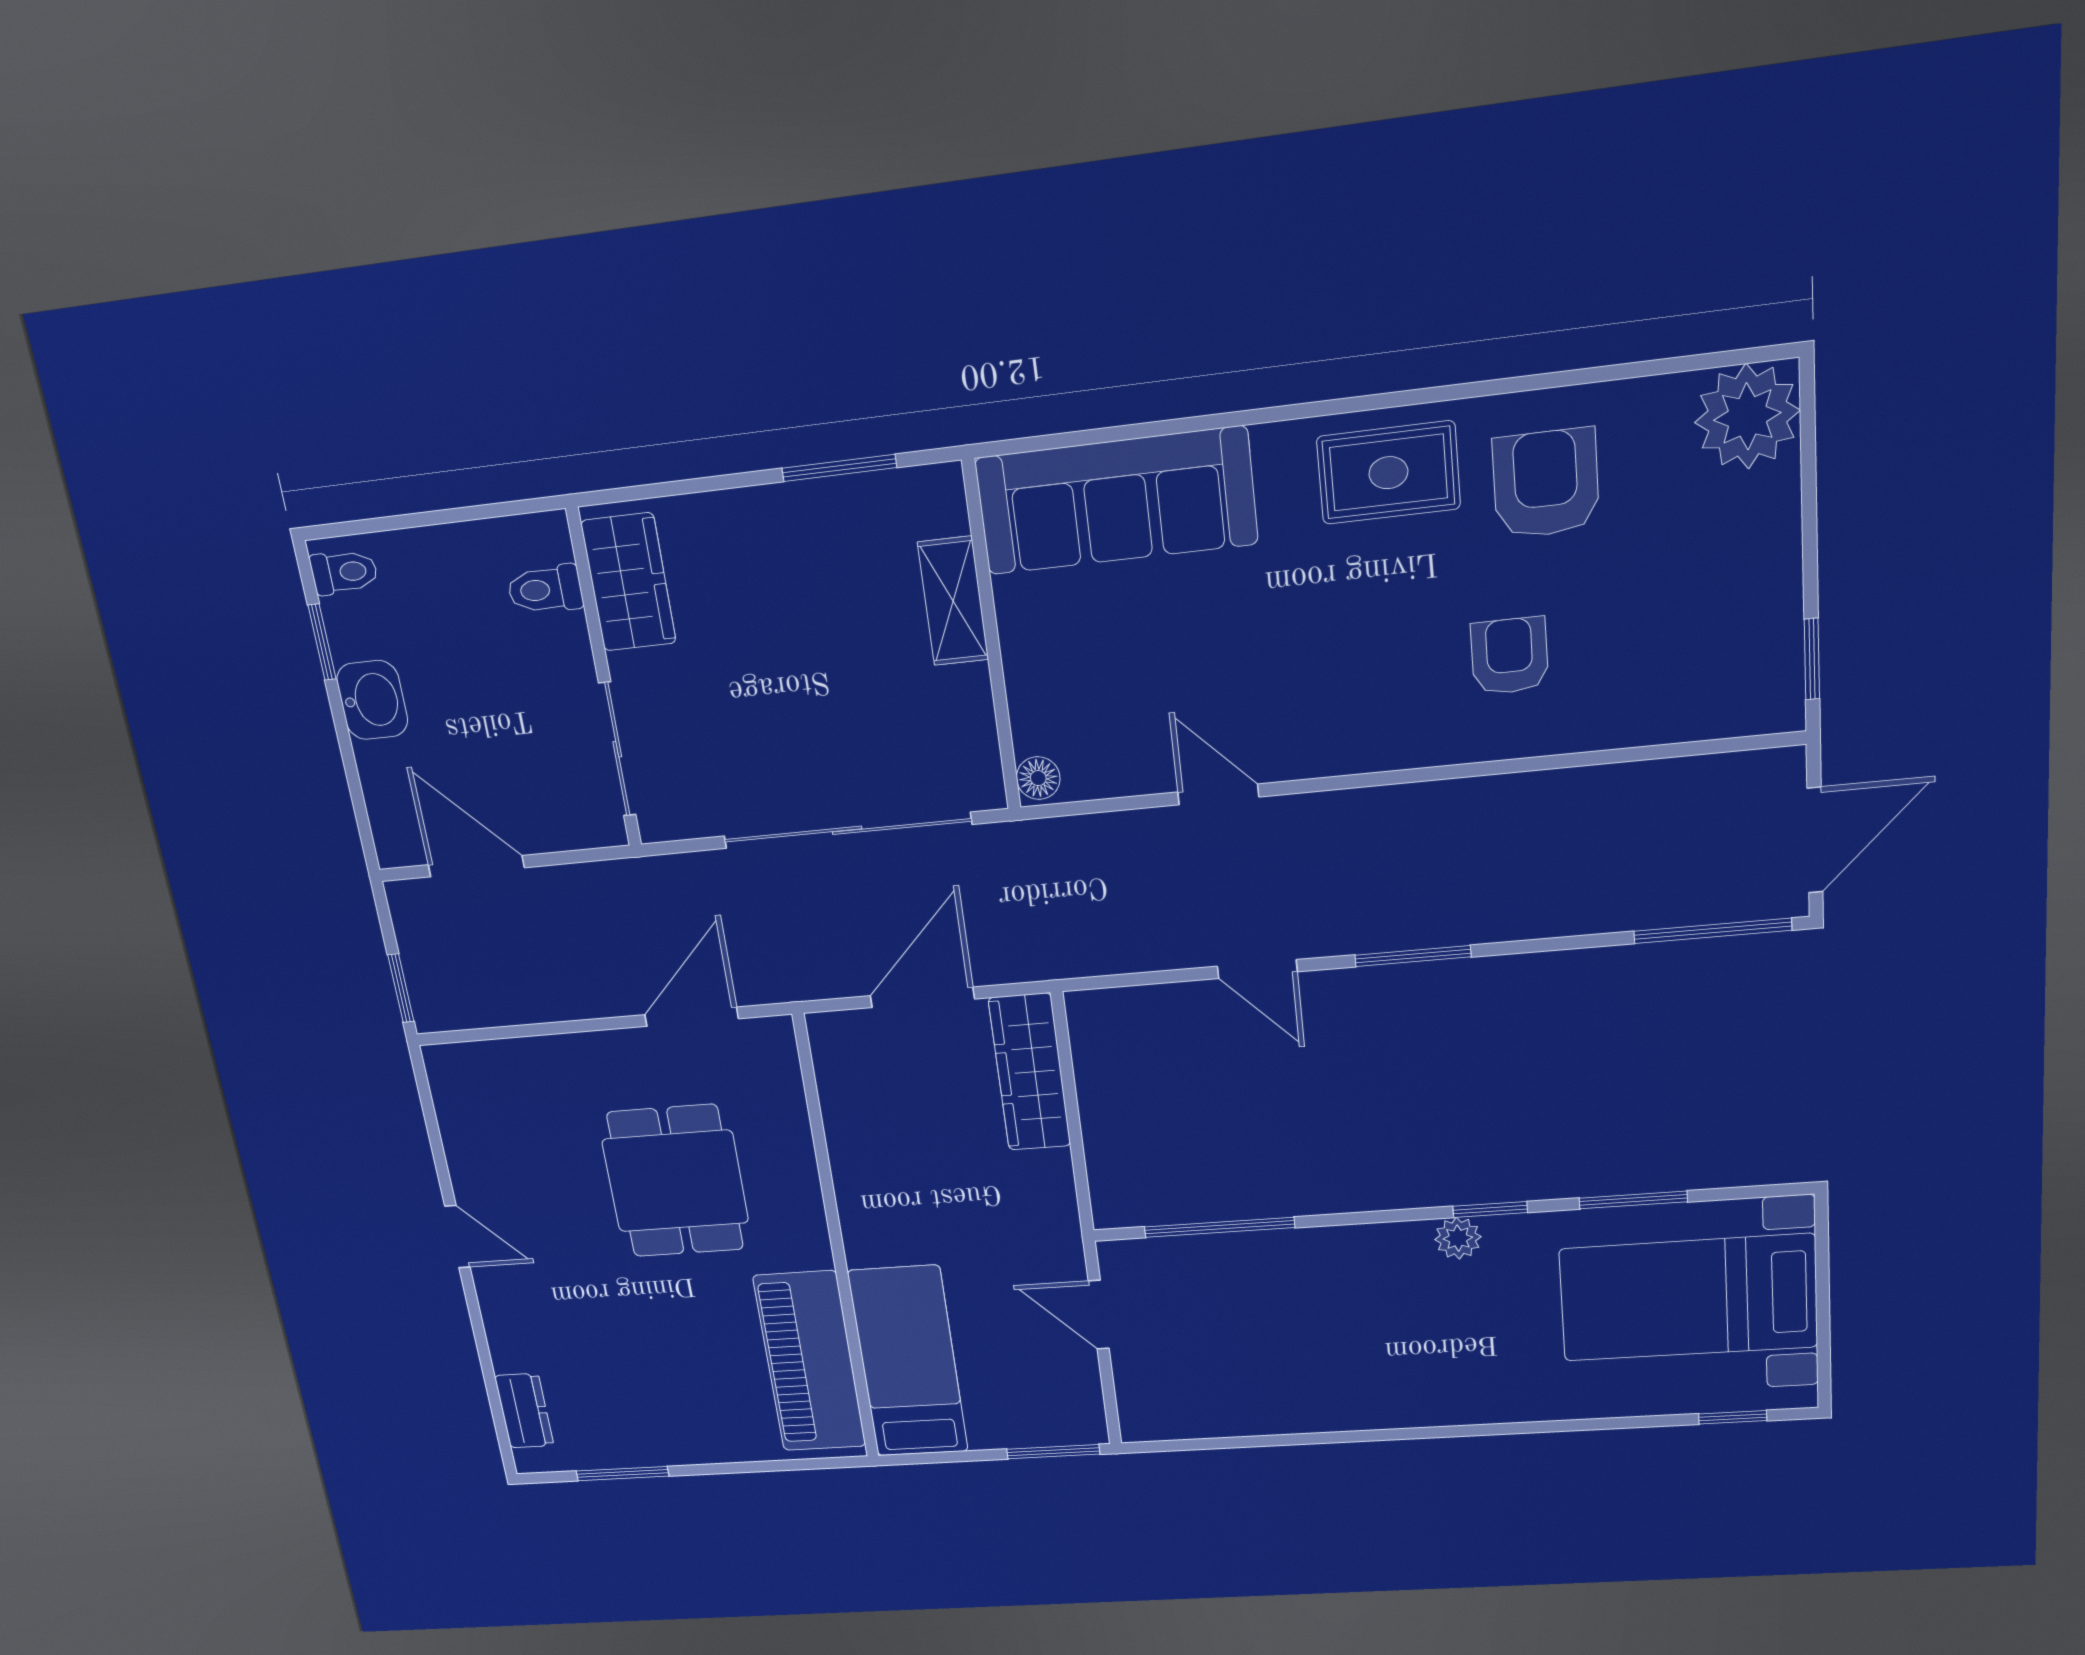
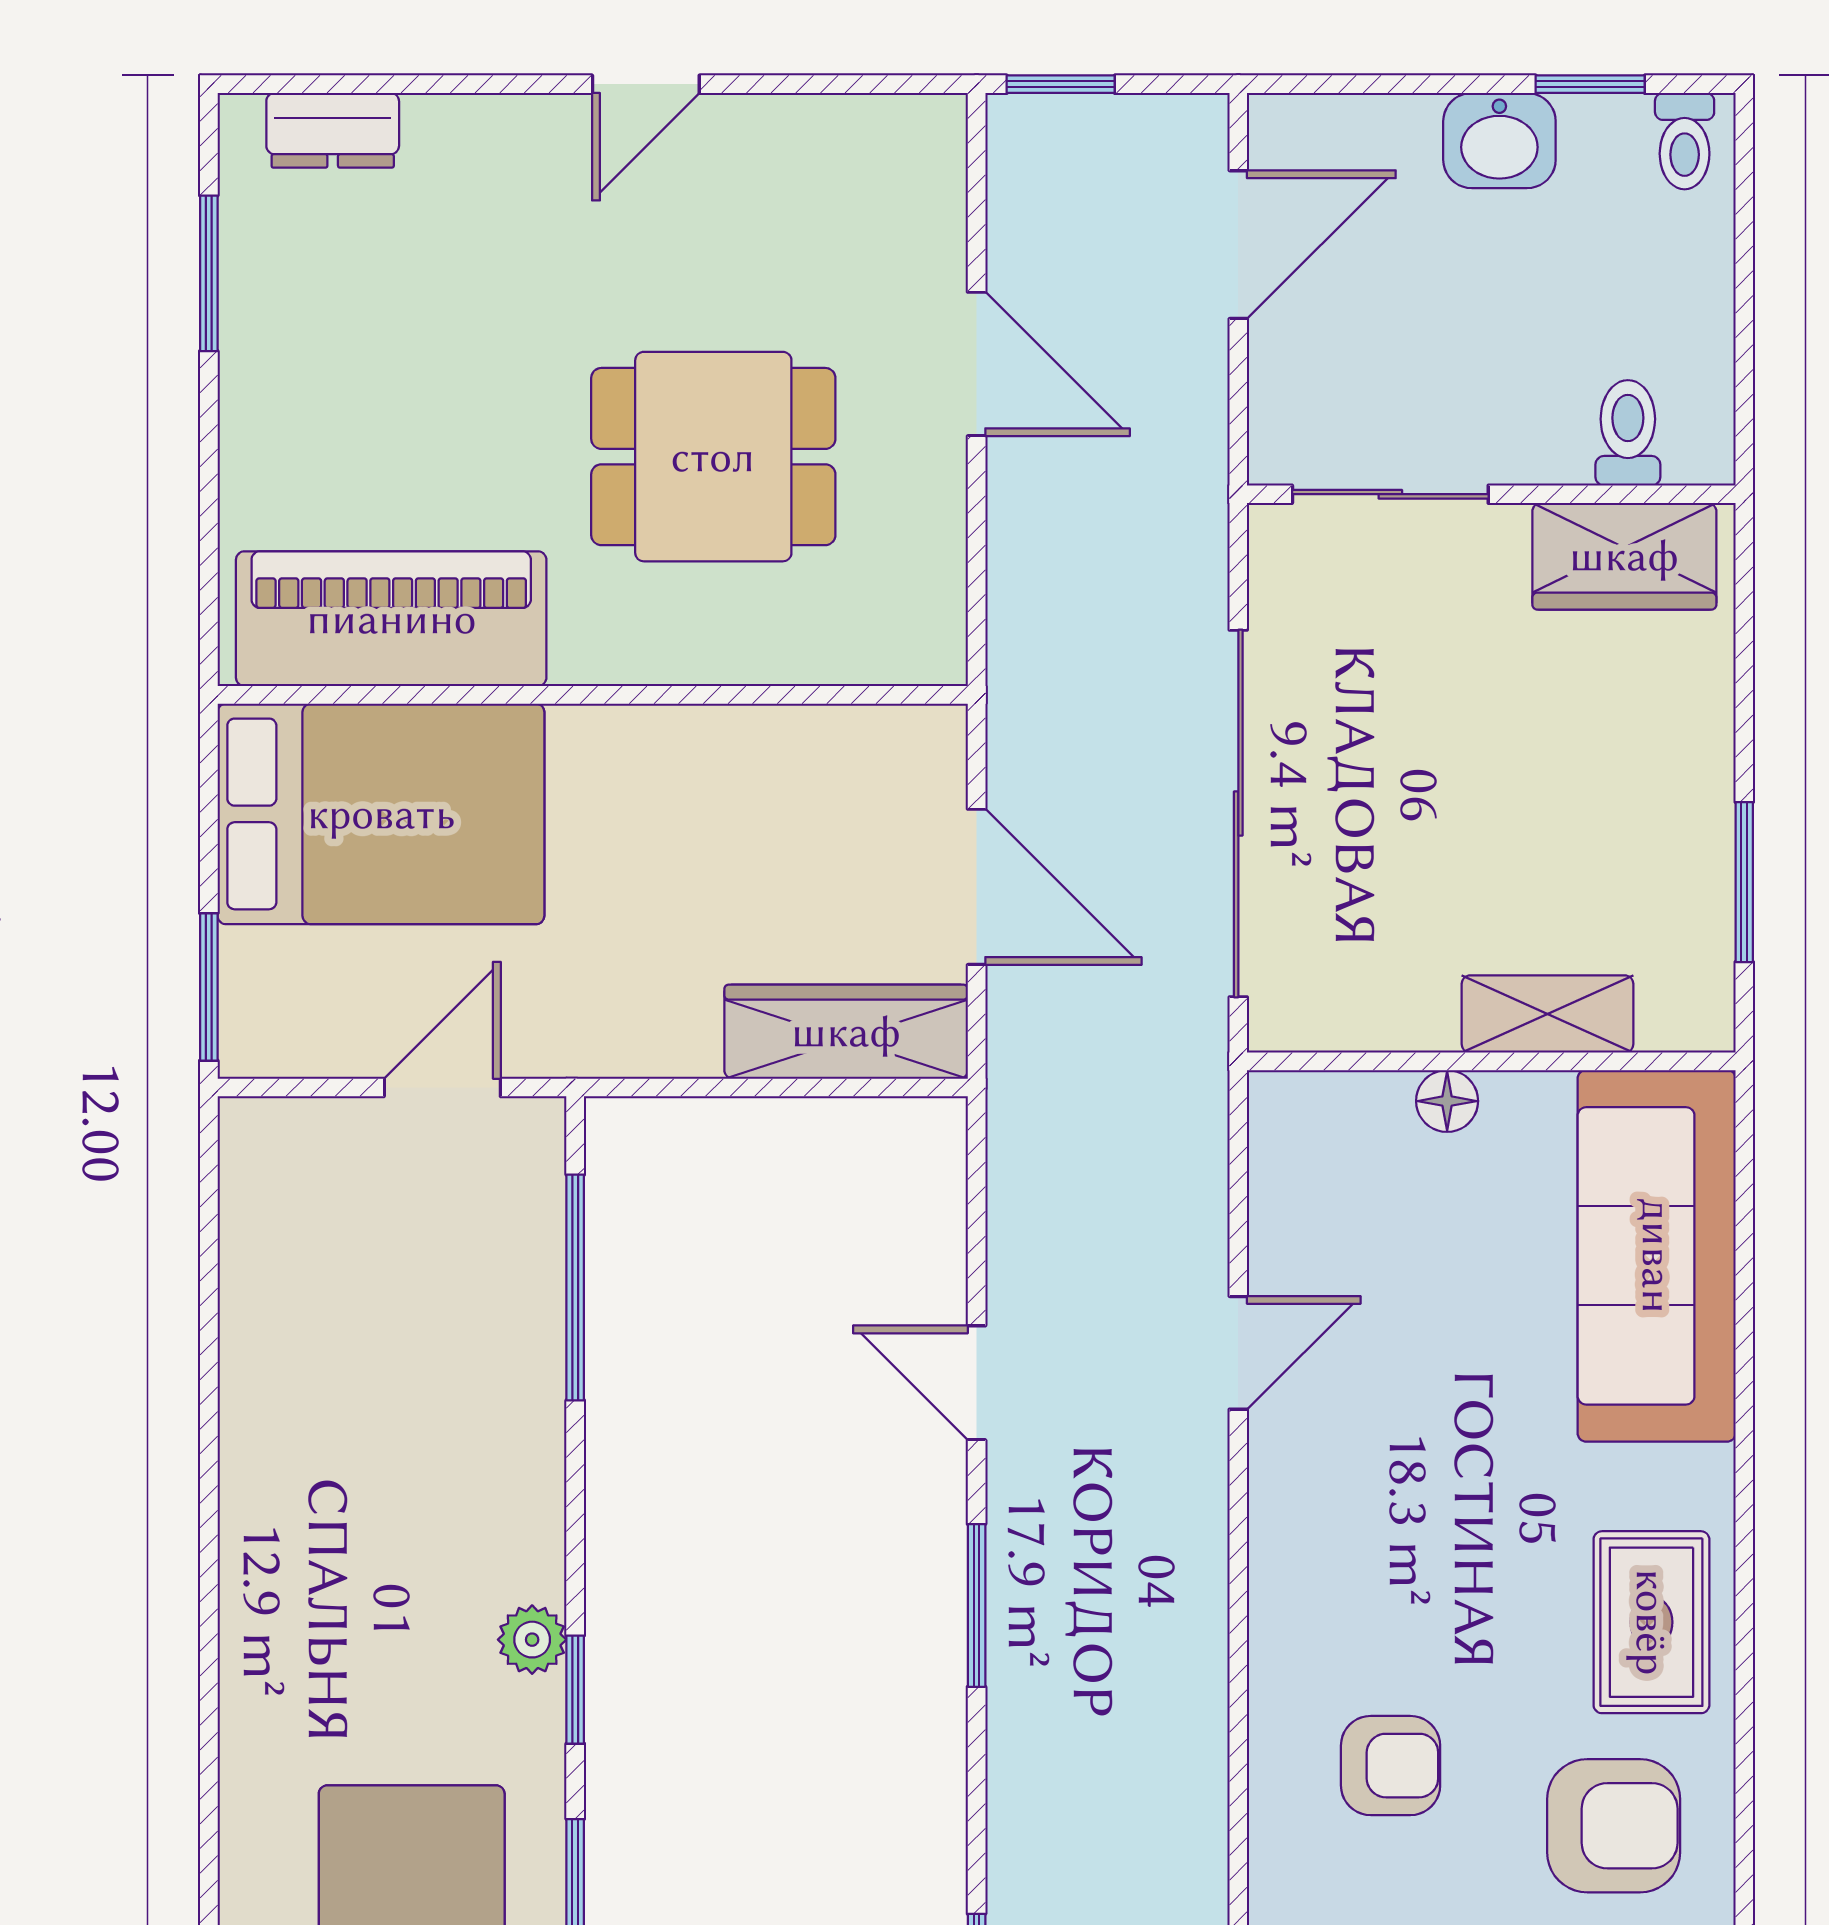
floor lamp: (1038, 778) -> (1447, 1101), moved
door: (1257, 969) -> (977, 1383), hinge flipped
door: (692, 1017) -> (977, 364), moved
bed: (908, 1362) -> (381, 814), width x1.50

